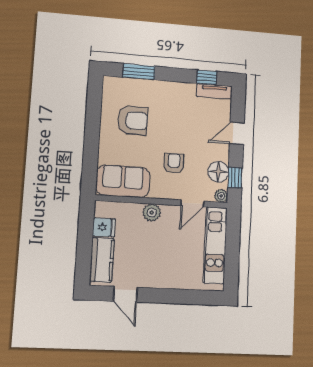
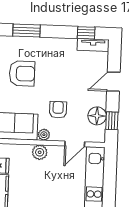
plant: (221, 196) -> (44, 135), moved

